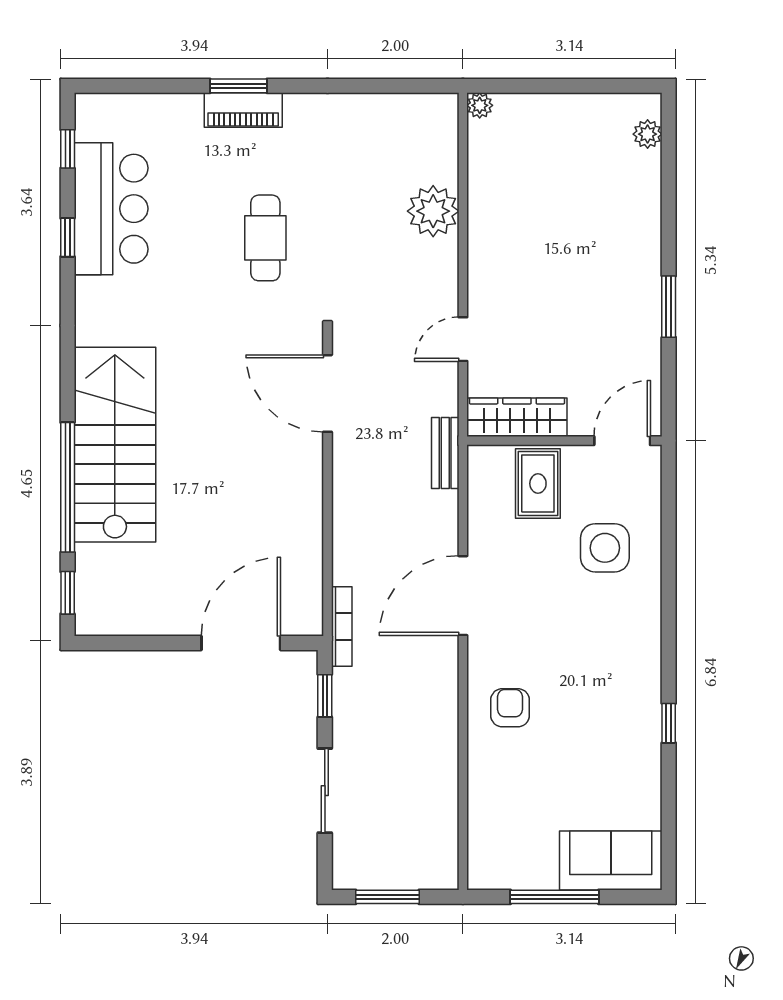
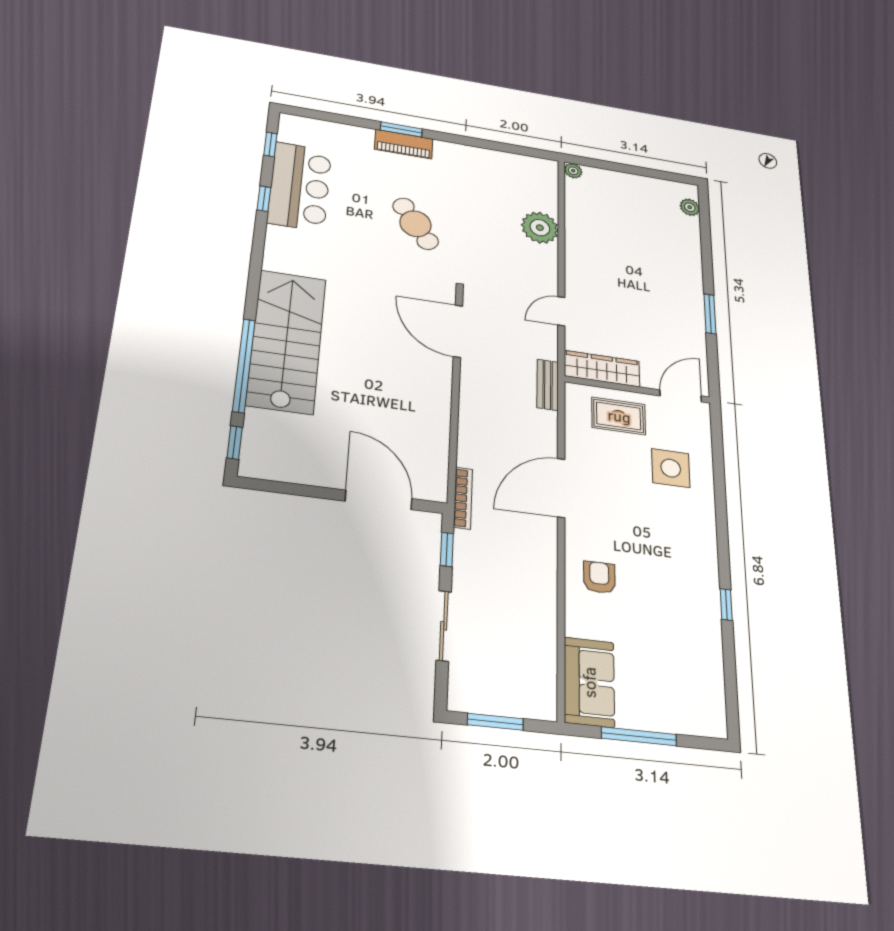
cafe table: (265, 238) -> (416, 224), turned -35
rug: (538, 484) -> (619, 416), turned 90
door: (241, 643) -> (379, 500), hinge flipped
sofa: (611, 861) -> (589, 682), moved, turned 90

